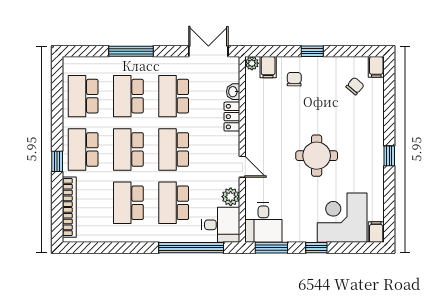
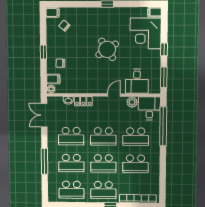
round table: (317, 156) -> (107, 49), turned -33
desk: (263, 223) -> (137, 81), moved, turned 90

